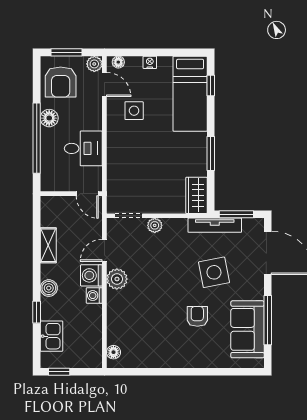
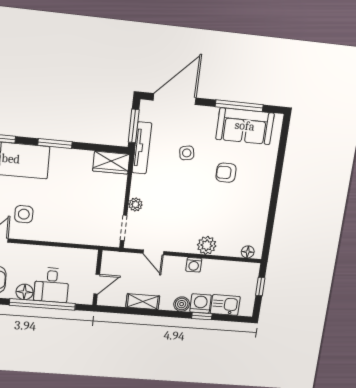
desk: (83, 148) -> (52, 285), moved, turned 180
window: (211, 154) -> (55, 143), moved
door: (87, 194) -> (97, 284), moved
side table: (214, 272) -> (187, 153), width x0.54, depth x0.54
washing machine: (91, 275) -> (200, 303), moved, turned 180
plant: (117, 279) -> (207, 245), moved
window: (59, 372) -> (260, 286), moved

